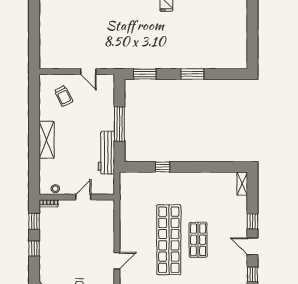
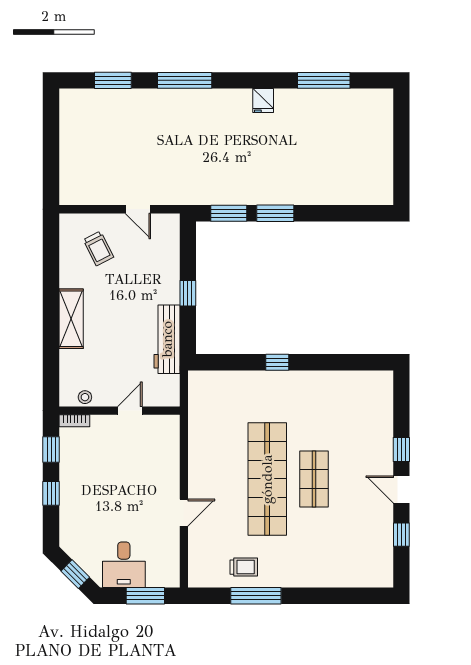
window: (192, 74) -> (275, 213), moved
window: (119, 124) -> (188, 293), width x0.46
window: (163, 167) -> (277, 362), moved
shelving: (242, 184) -> (385, 389), removed

